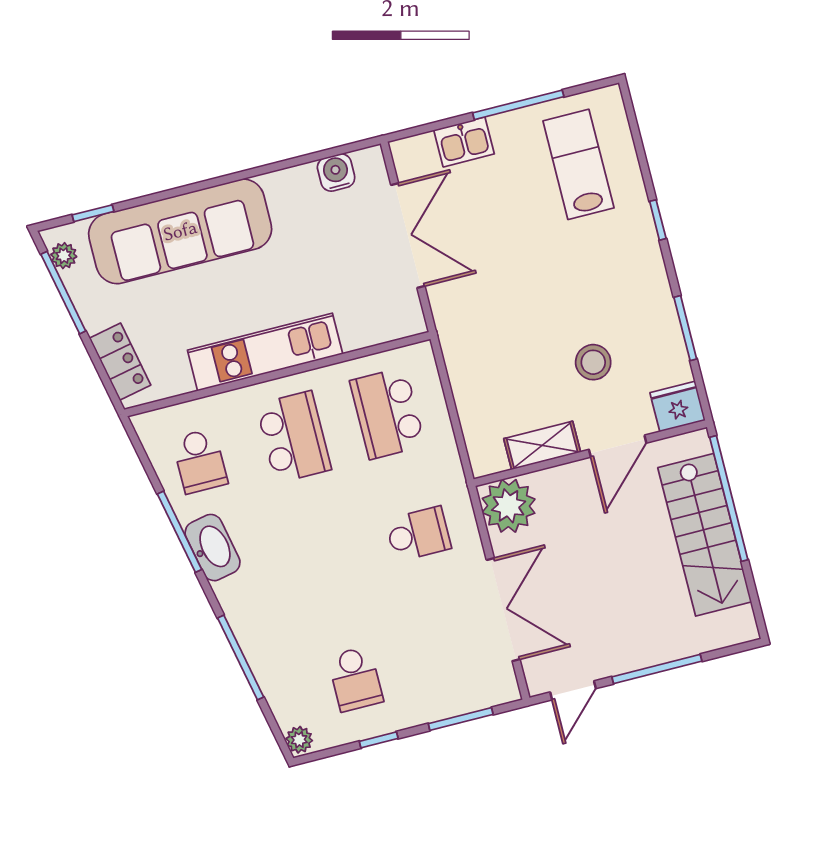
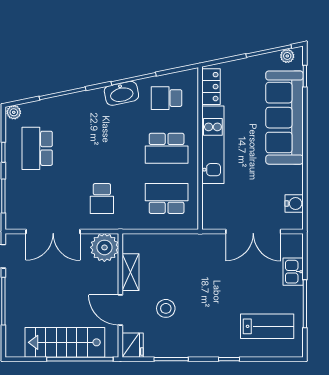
locker: (120, 362) -> (211, 87), moved, turned -78
school desk: (355, 679) -> (37, 148), width x1.85

